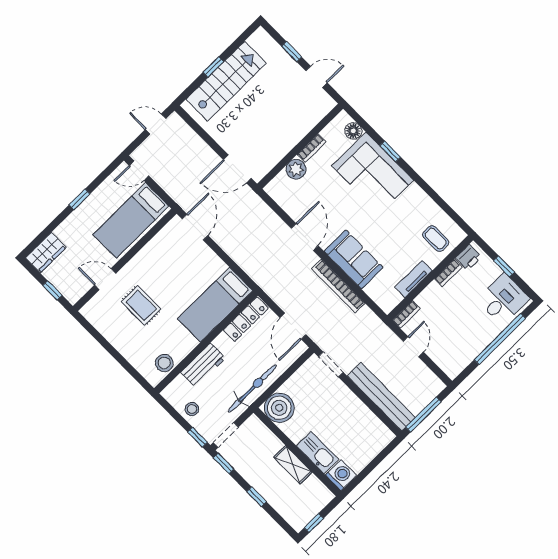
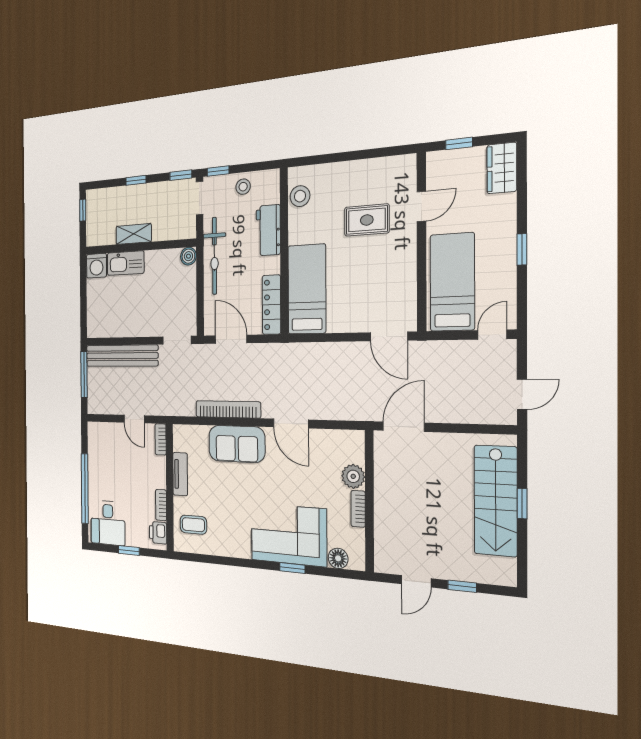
boiler: (279, 408) -> (188, 256), width x0.54, depth x0.54

